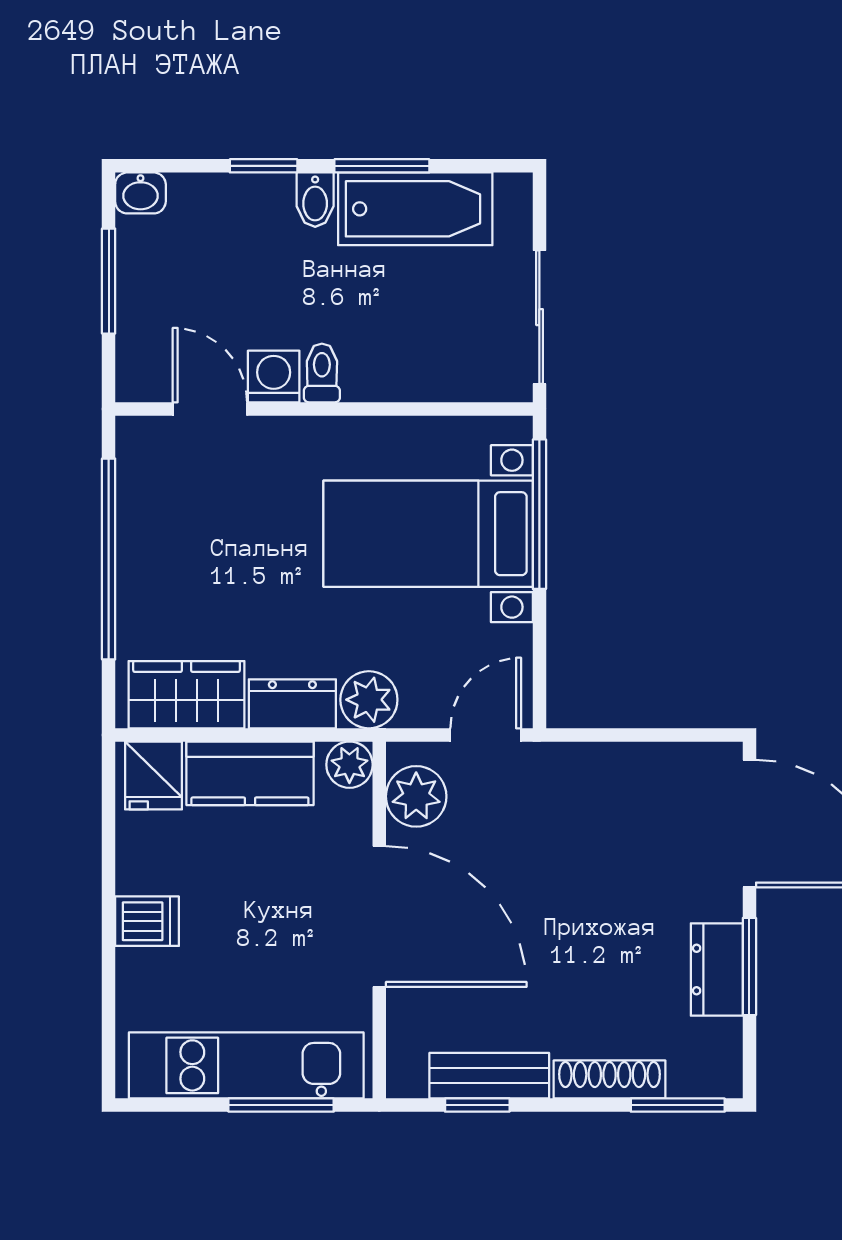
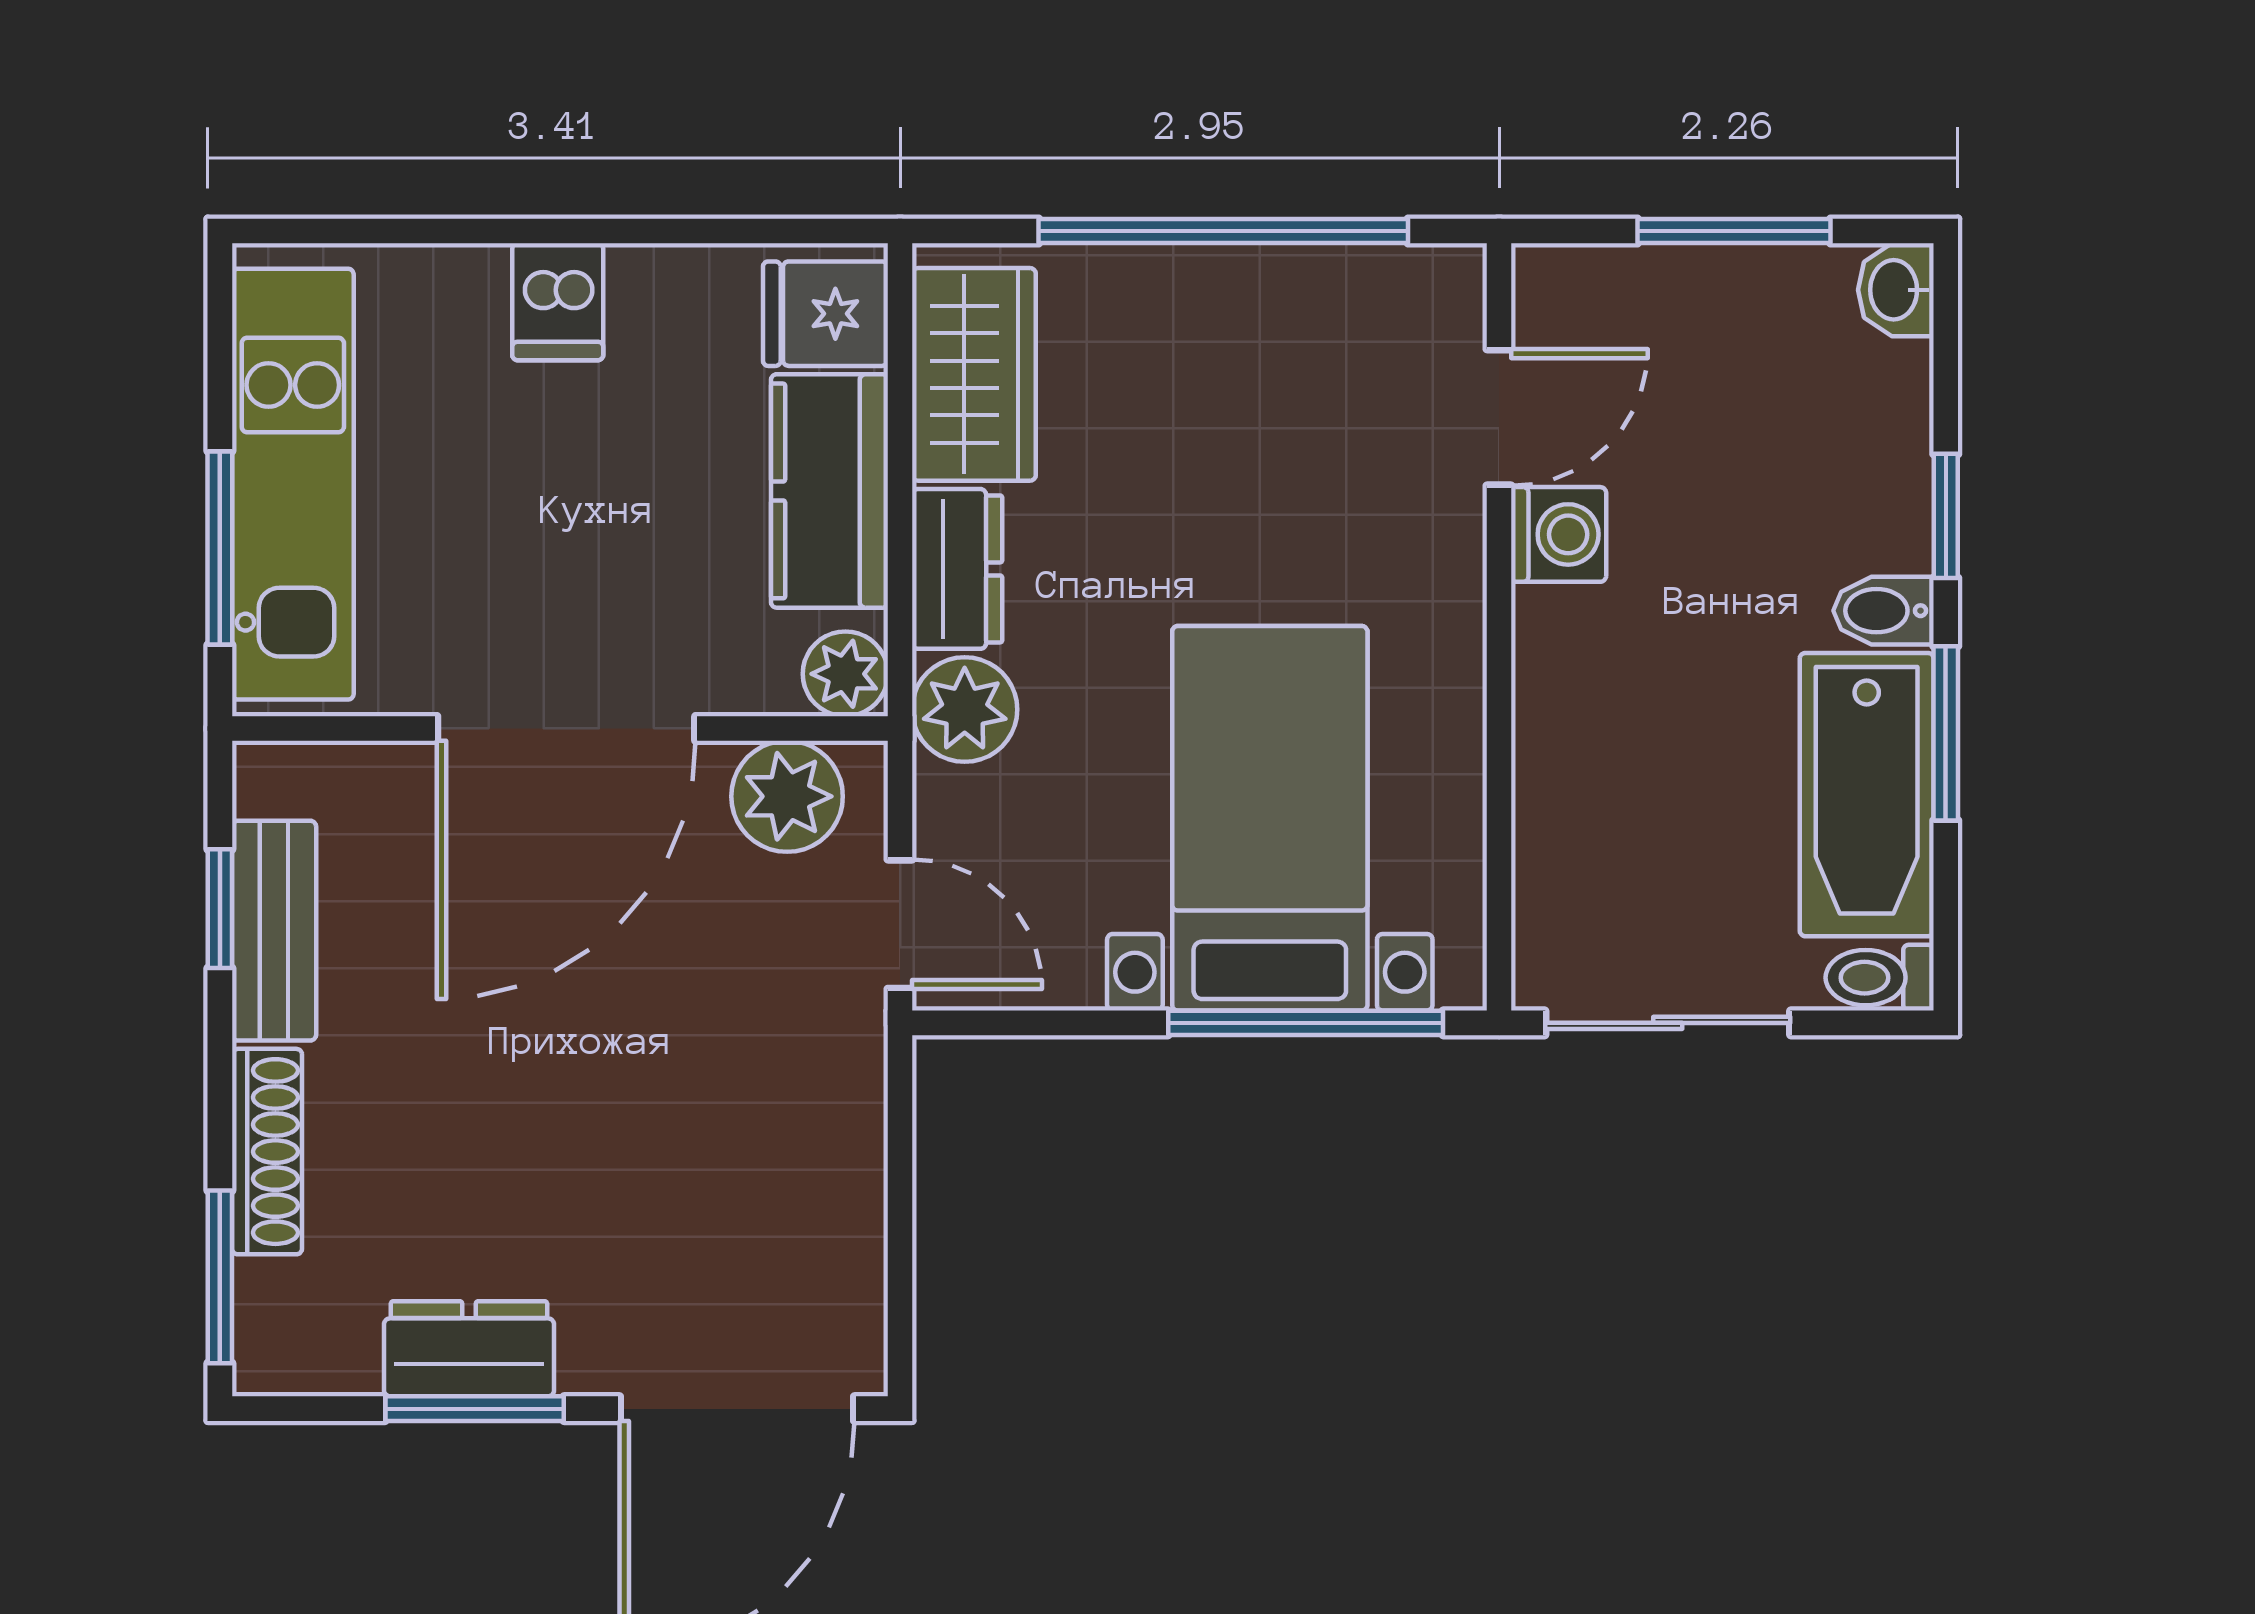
toilet: (322, 373) -> (1880, 978), moved, turned 180

